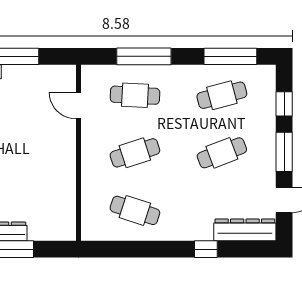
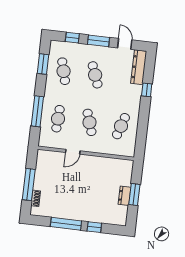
window: (230, 56) -> (43, 64), width x0.69
door: (79, 106) -> (73, 152), moved

